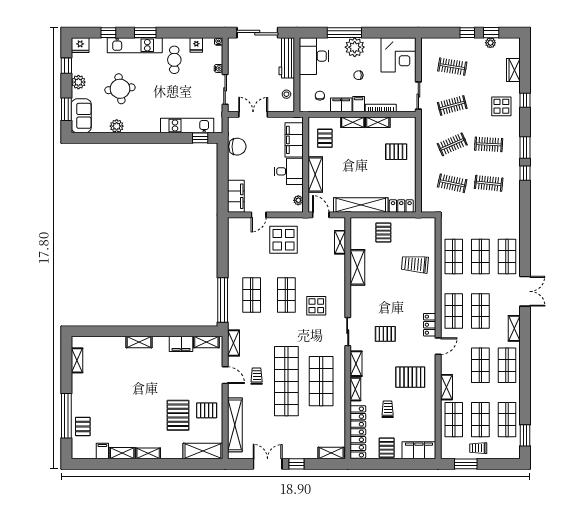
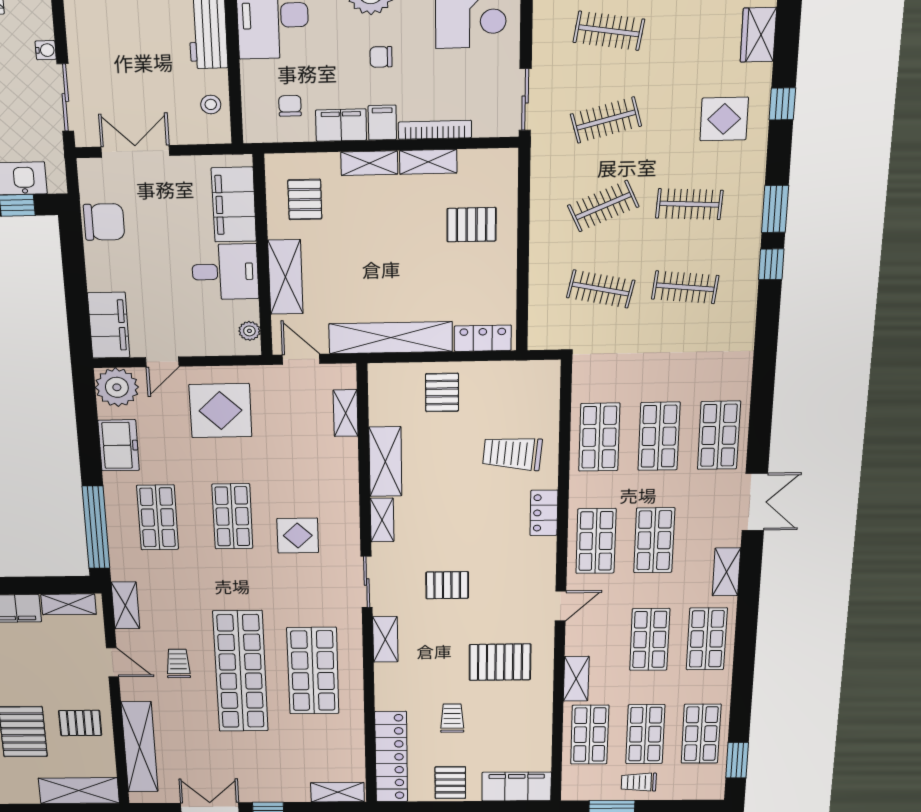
plant: (237, 227) -> (117, 387), added
freezer: (236, 257) -> (119, 445), added
locker: (430, 325) -> (544, 513), moved
shelving: (355, 389) -> (382, 520), moved

